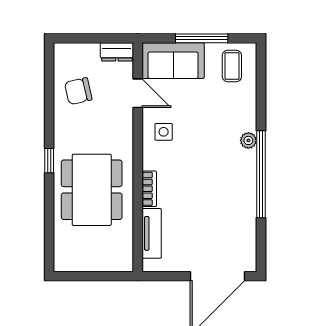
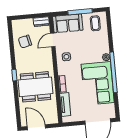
door: (138, 93) -> (53, 40), swing flipped
dining table: (92, 190) -> (35, 87), turned 90
corner sofa: (225, 195) -> (98, 83), added
door: (86, 276) -> (36, 127), added

